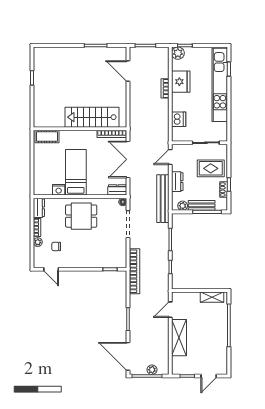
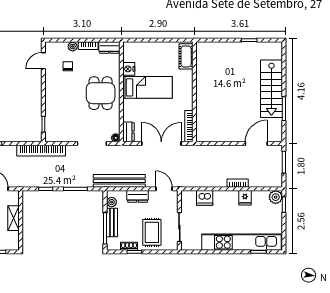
fridge: (181, 82) -> (245, 198), width x0.53, depth x0.75
stairs: (92, 117) -> (271, 89), moved, turned 180
shelving: (212, 297) -> (13, 218), moved

